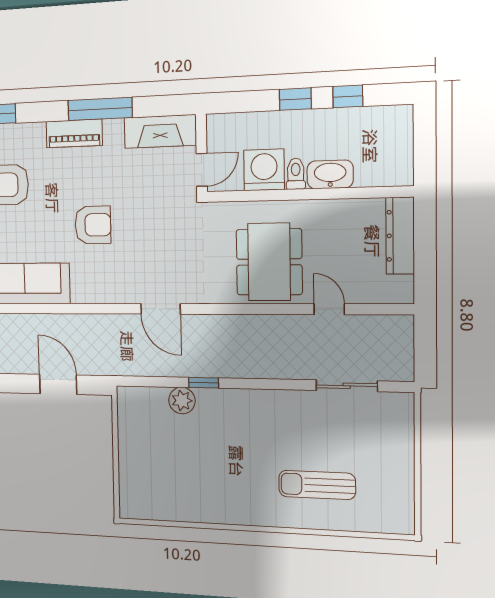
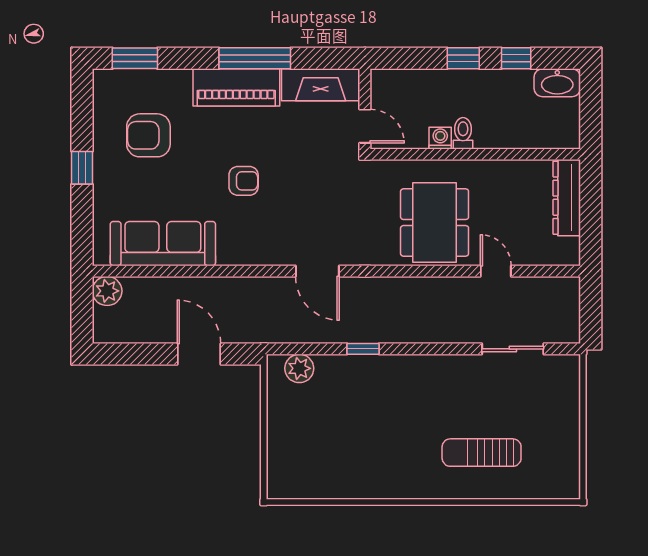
piano: (74, 133) -> (236, 87), width x1.37, depth x1.33
door: (202, 170) -> (365, 126), hinge flipped
washing machine: (264, 170) -> (440, 138), width x0.53, depth x0.53
washbasin: (330, 174) -> (557, 83), moved, turned 180
armchair: (93, 225) -> (244, 181), width x0.72, depth x0.72
plant: (182, 401) -> (299, 368), moved

